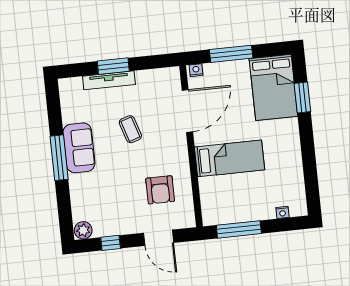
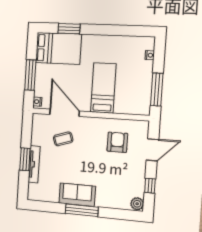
coffee table: (130, 129) -> (63, 139), moved
armchair: (160, 190) -> (117, 142), turned -90

